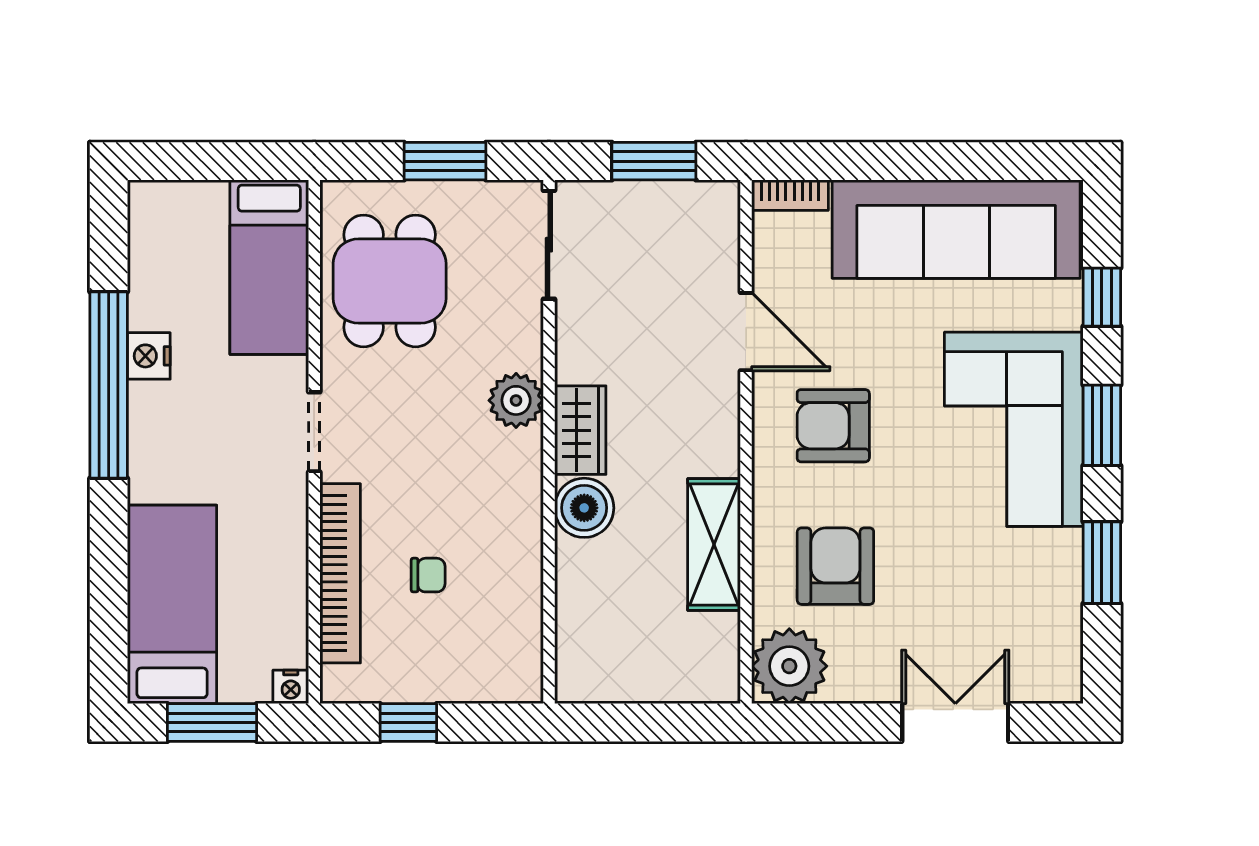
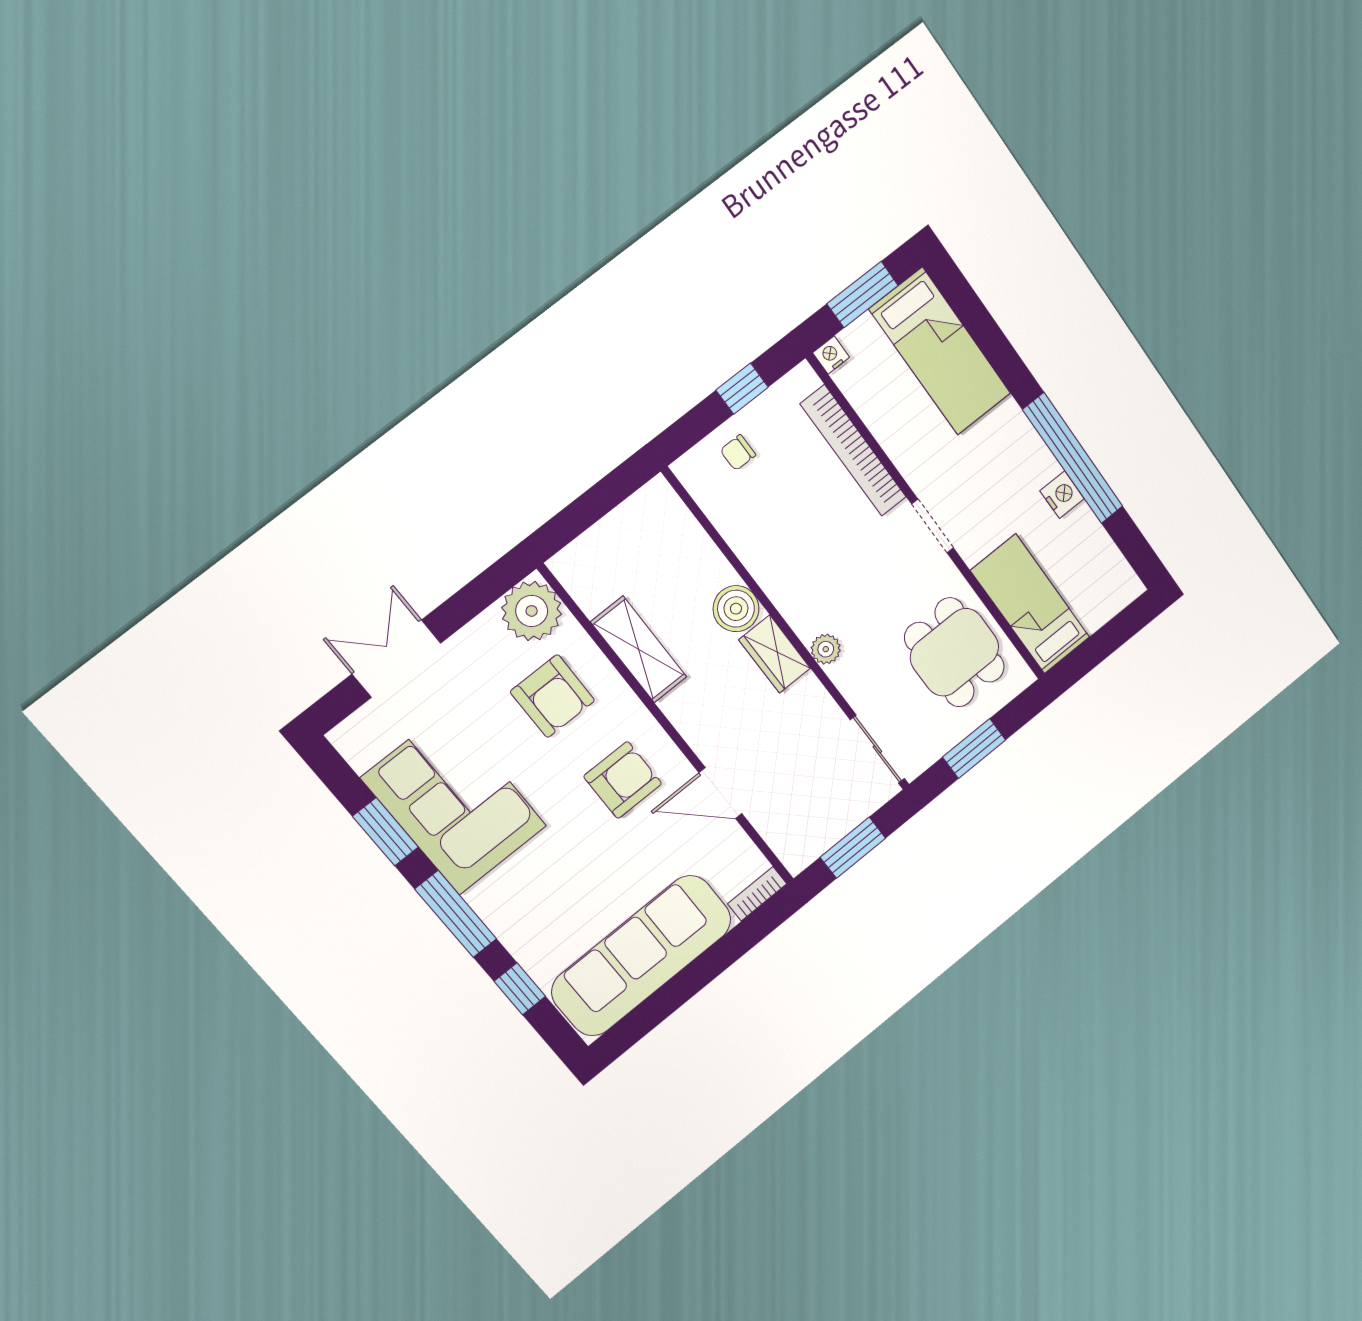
plant: (516, 400) -> (826, 649), width x0.73, depth x0.73
window: (1102, 425) -> (456, 914), width x1.44
corner sofa: (1014, 429) -> (454, 802), moved
chair: (428, 575) -> (738, 453), moved
double door: (955, 722) -> (396, 659), swing flipped

